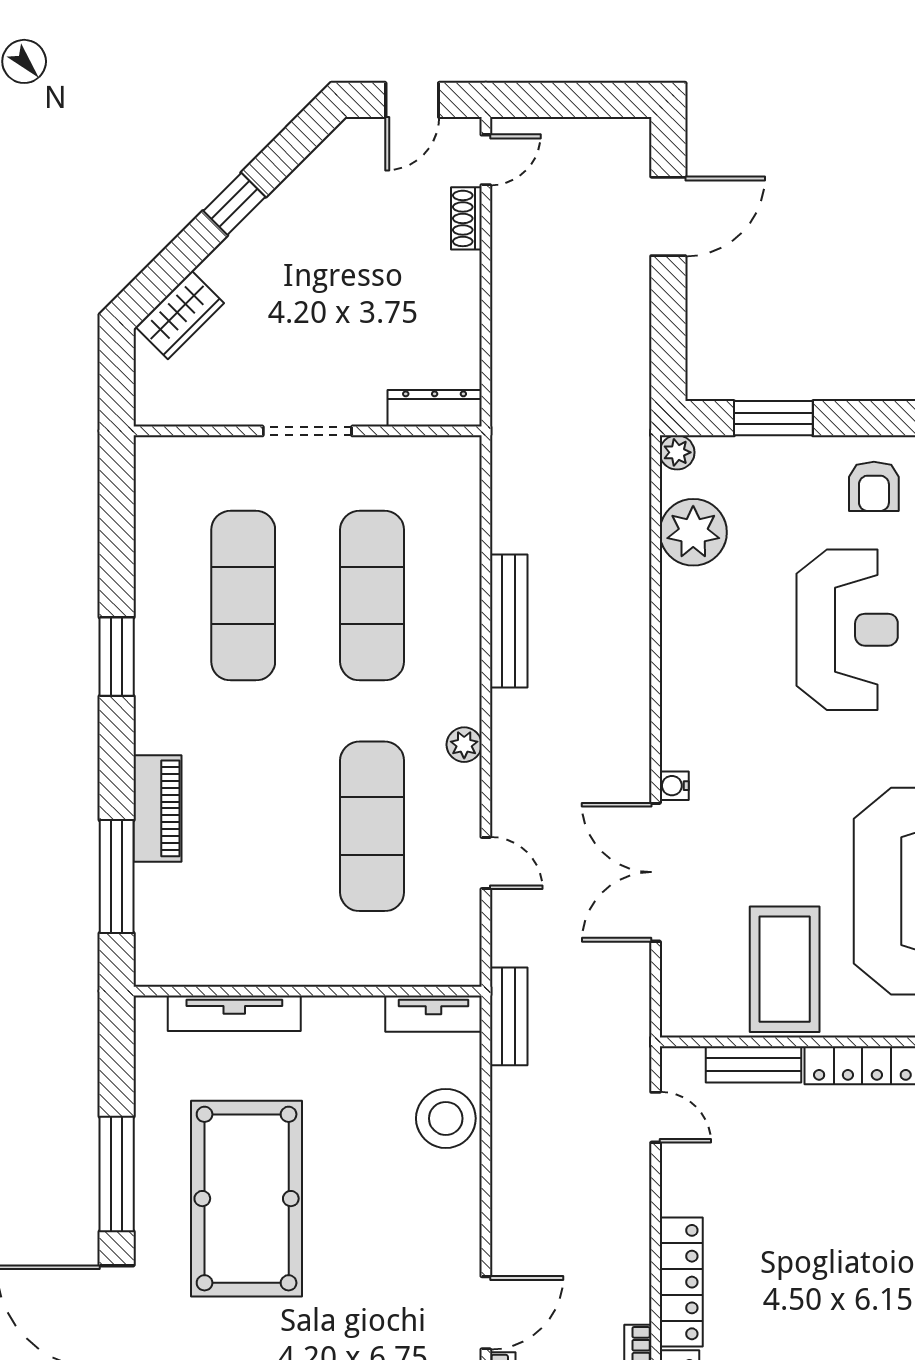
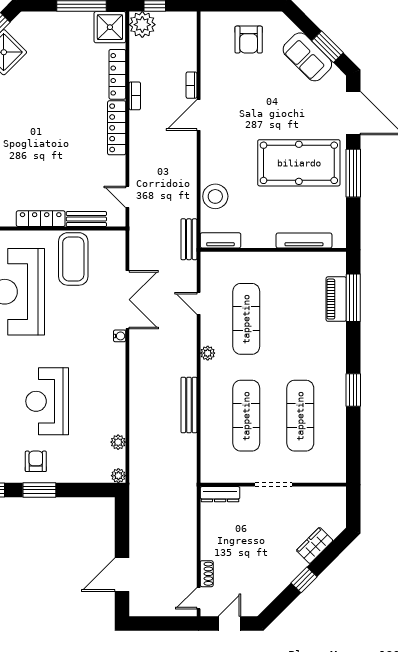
wardrobe: (180, 315) -> (315, 545), moved
window: (773, 418) -> (39, 490), moved
plant: (693, 532) -> (118, 442), width x0.53, depth x0.53
piano: (157, 808) -> (336, 299), moved
pool table: (247, 1199) -> (299, 163), turned 90

